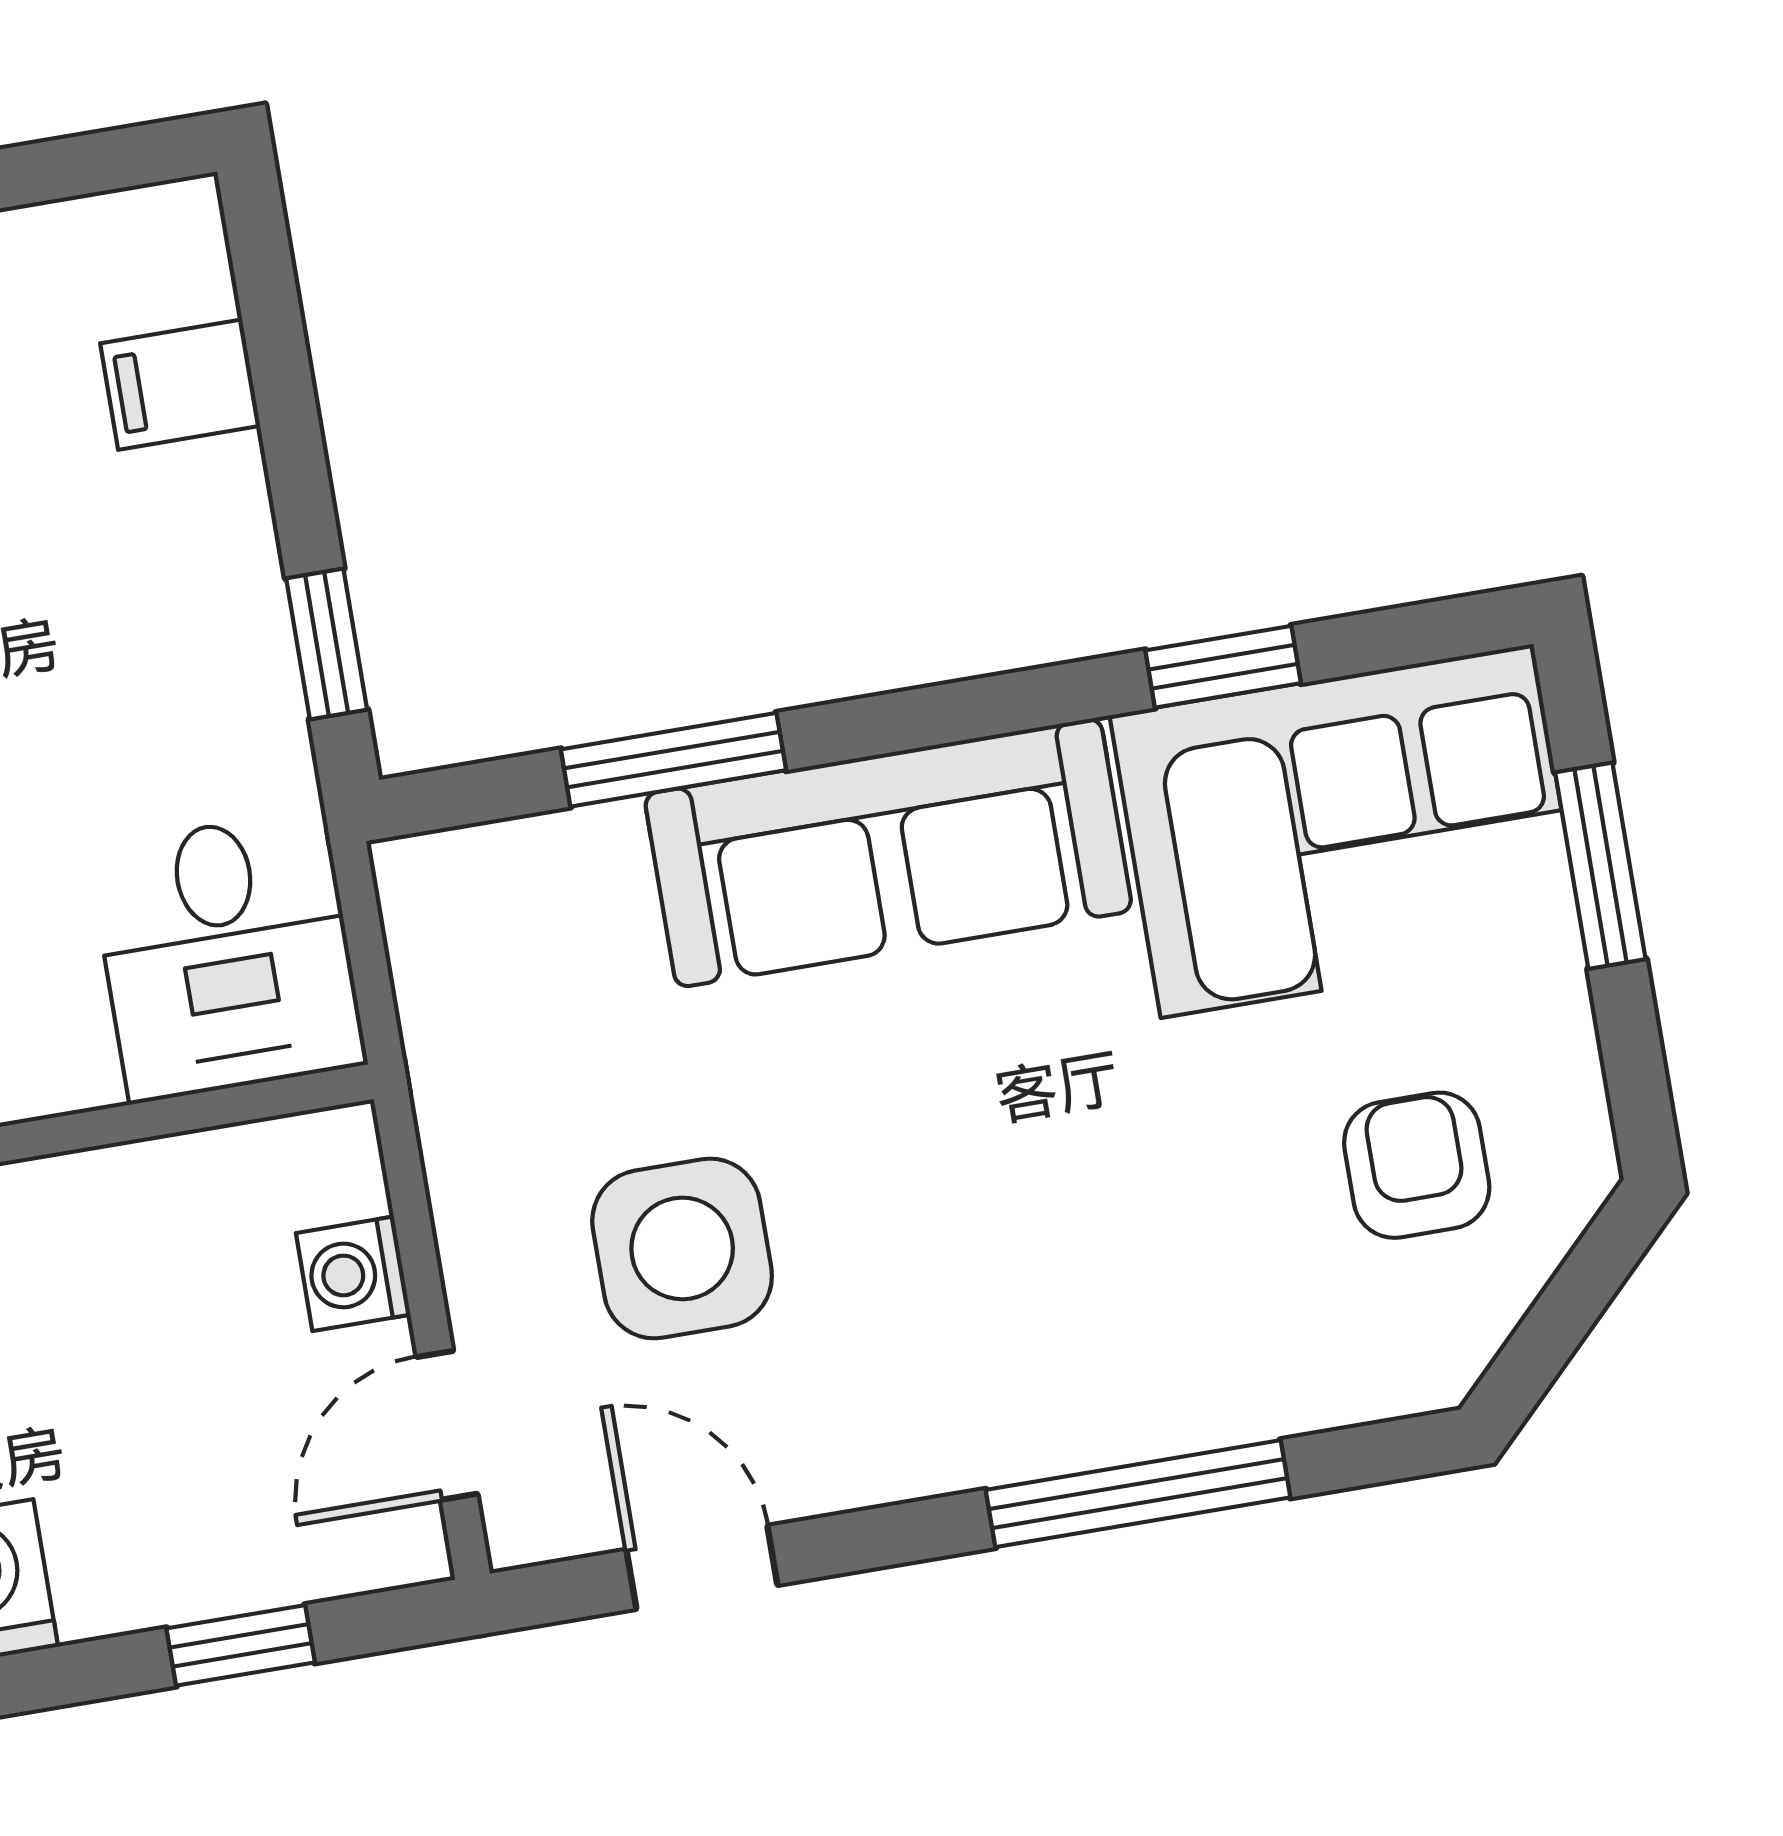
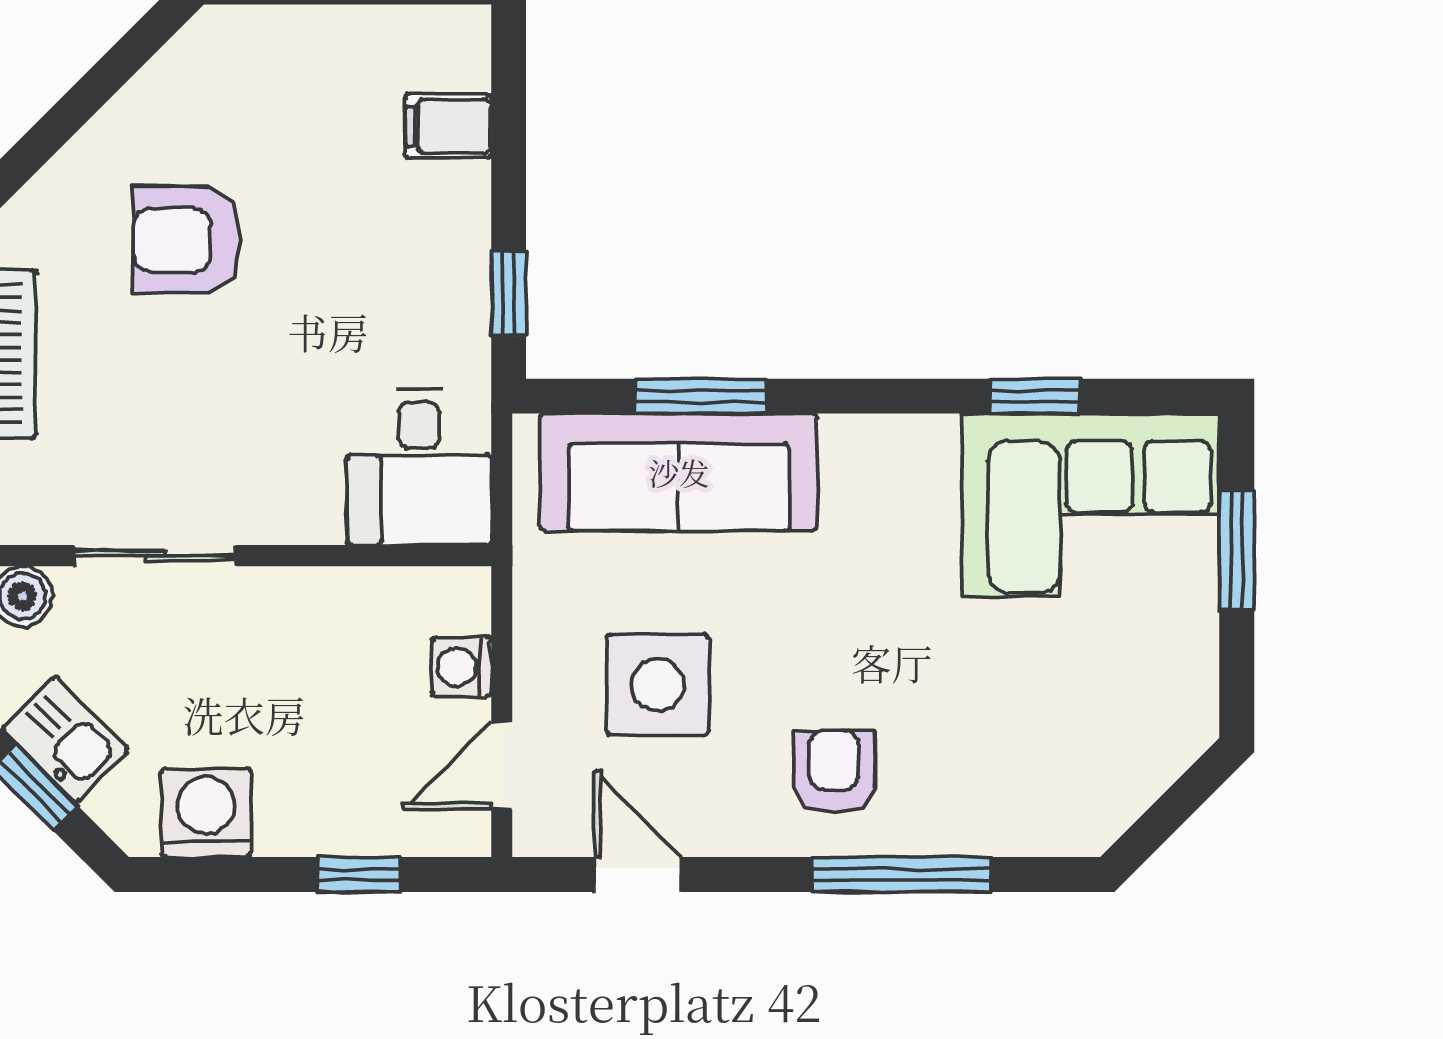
sofa: (888, 853) -> (679, 472), moved
armchair: (1417, 1165) -> (834, 772), moved

